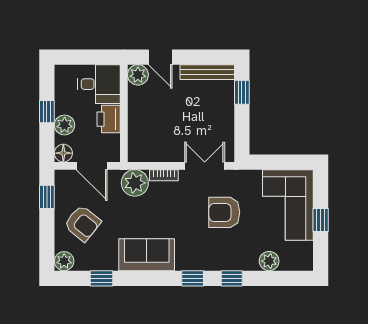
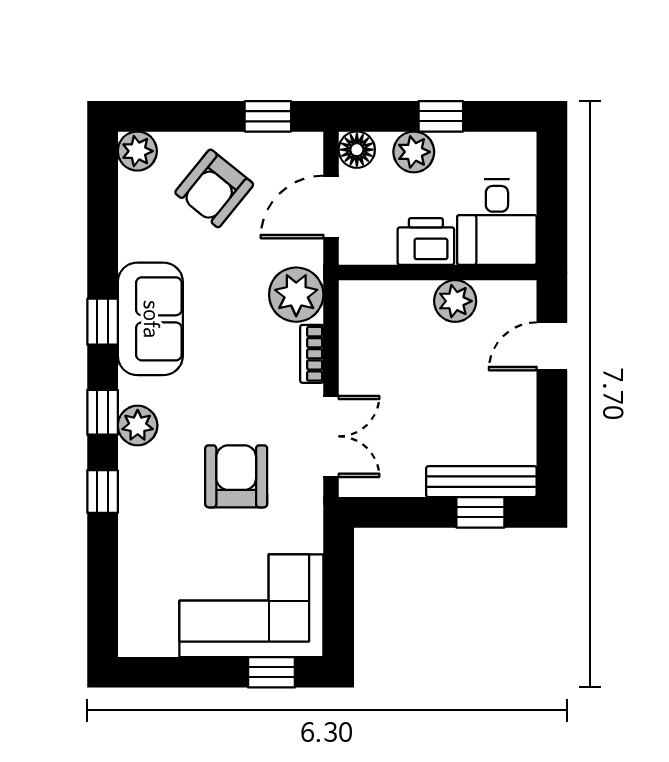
bench: (207, 72) -> (481, 482), moved, turned 90
plant: (138, 75) -> (455, 301), moved
window: (321, 220) -> (272, 672), moved
plant: (269, 261) -> (138, 425), moved
window: (102, 278) -> (103, 322), moved

